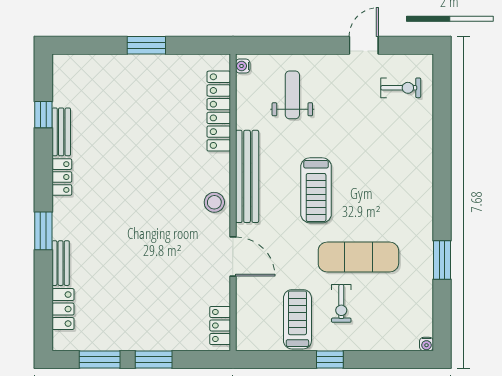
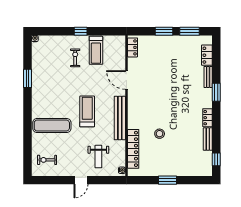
door: (364, 45) -> (81, 180), moved
window: (43, 115) -> (216, 159), moved
stool: (214, 202) -> (160, 134), moved
exercise mat: (358, 257) -> (52, 126), moved

